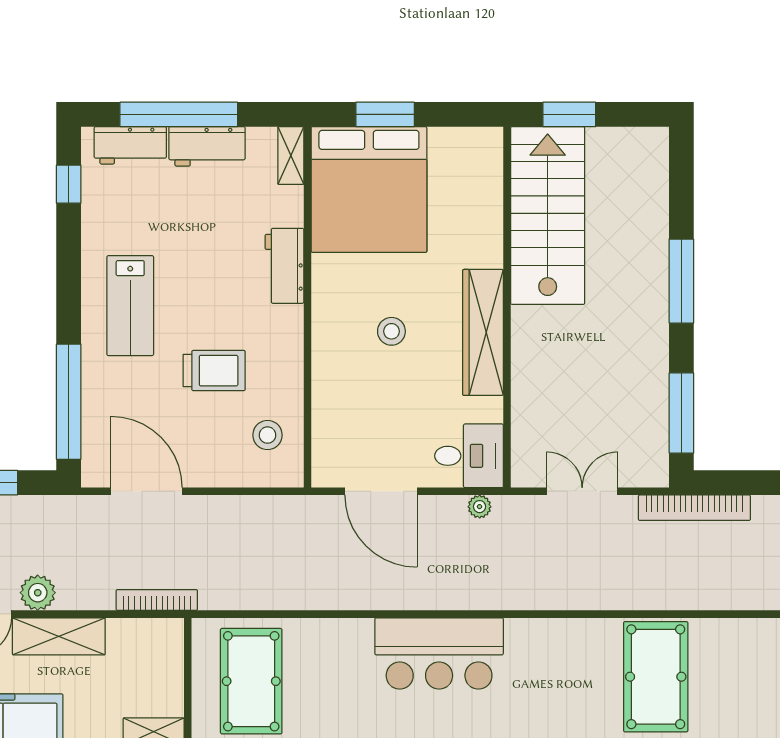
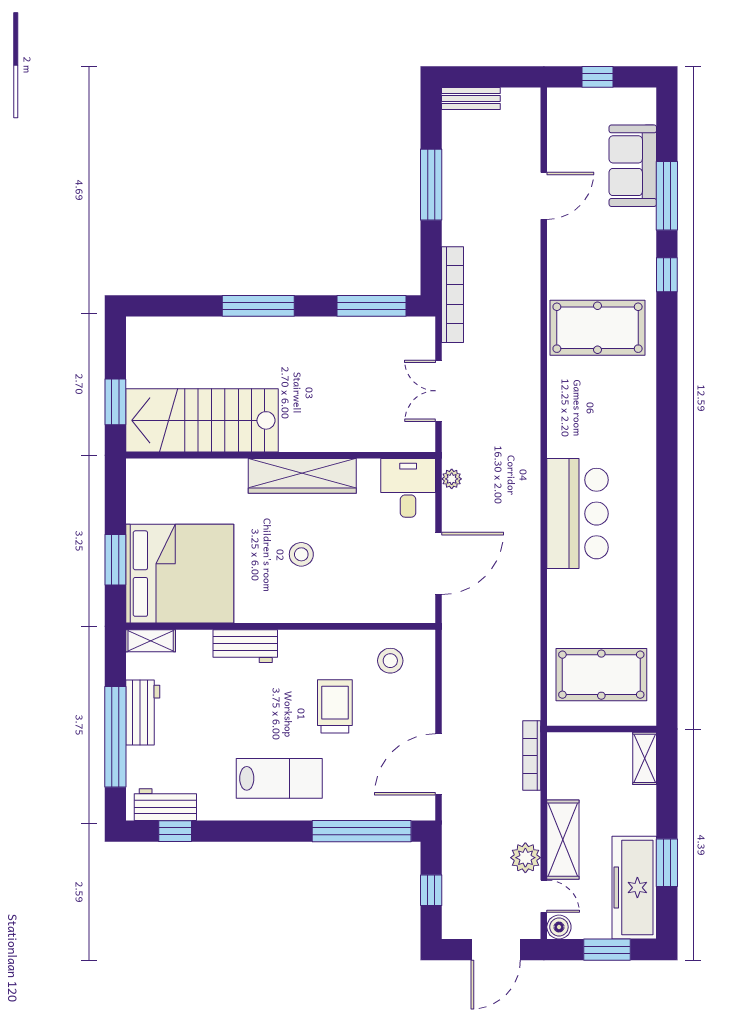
workbench: (130, 145) -> (165, 805), moved, turned -90

